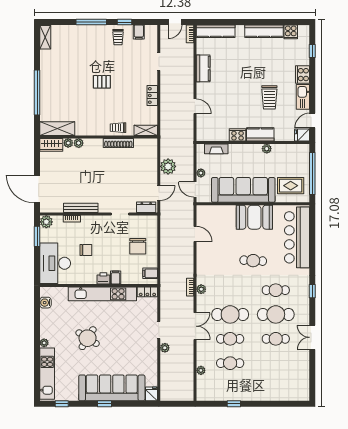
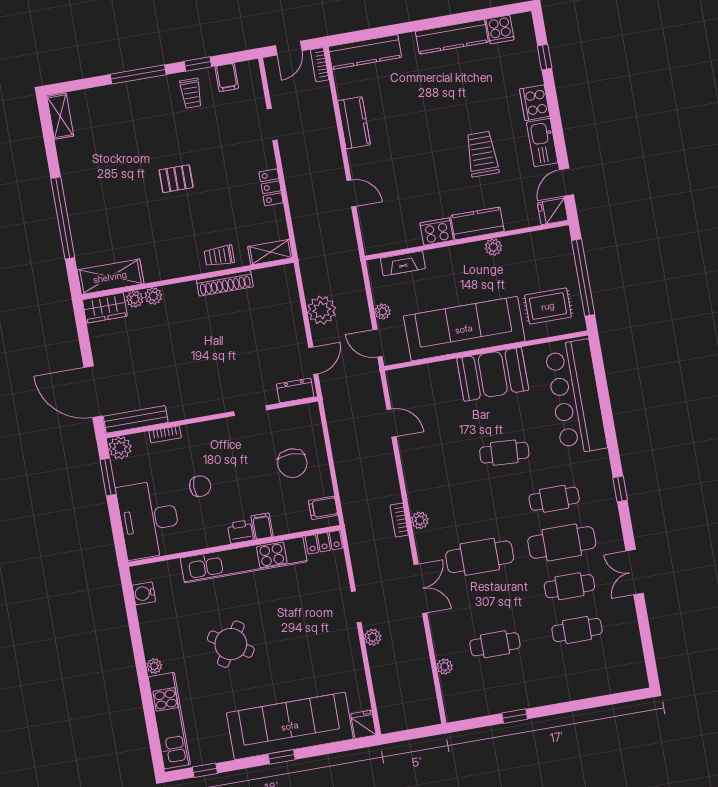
trolley: (269, 97) -> (482, 154), turned 180
bench: (81, 208) -> (136, 419), moved
cafe table: (230, 339) -> (577, 630), moved

